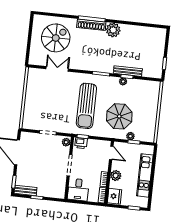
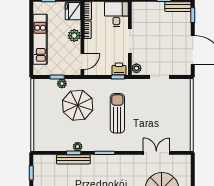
double door: (57, 69) -> (156, 153), swing flipped
sun lounger: (86, 106) -> (117, 113), width x0.73, depth x0.75
door: (111, 153) -> (82, 61), swing flipped

